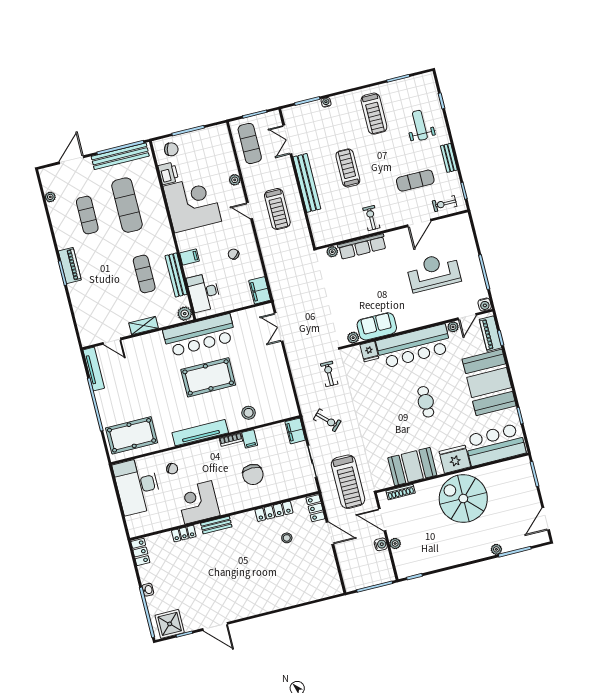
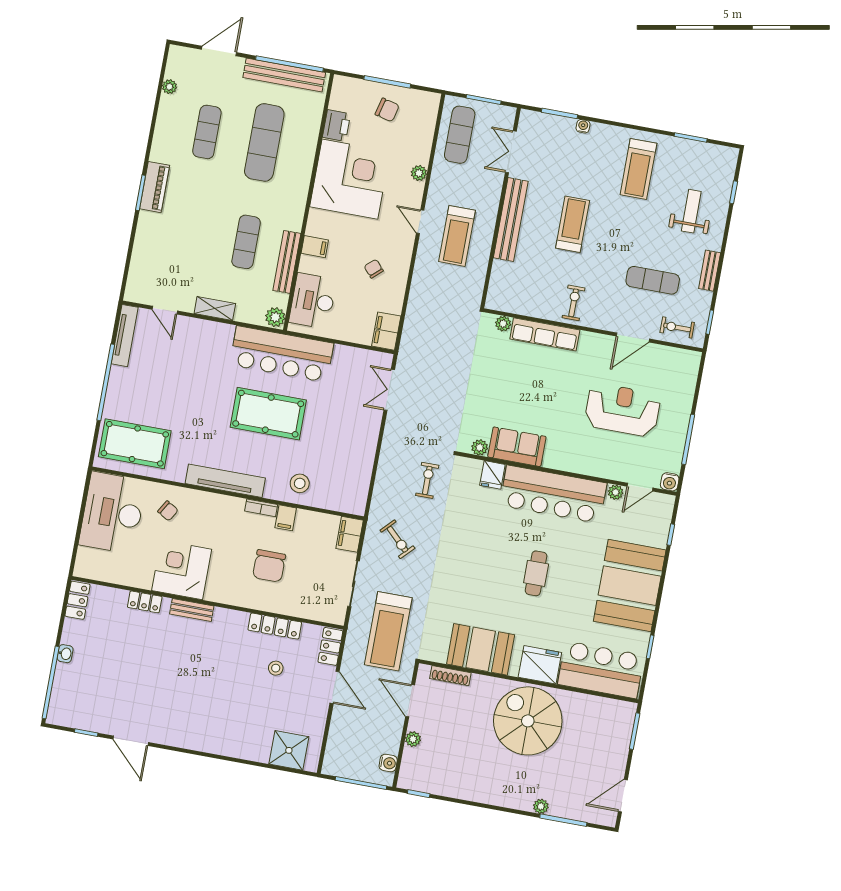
chair: (171, 149) -> (387, 110), moved
piano: (490, 334) -> (660, 523), removed
water cooler: (381, 544) -> (388, 763), moved
shower: (170, 624) -> (289, 750), moved

